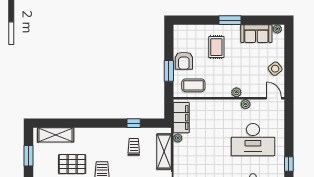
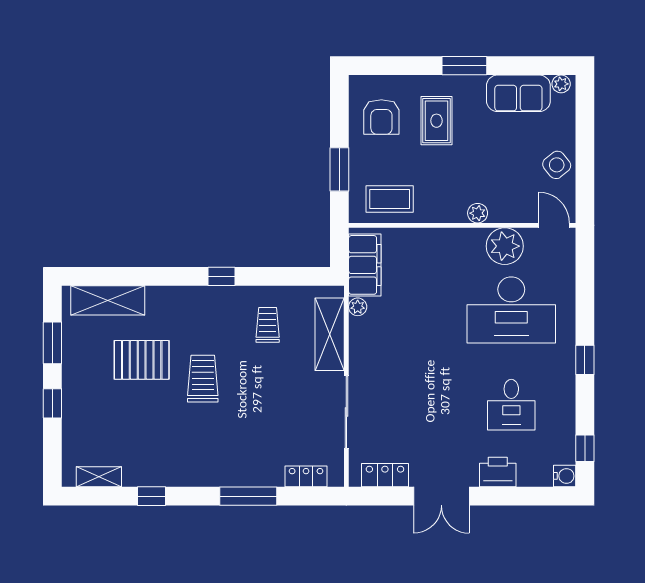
armchair: (184, 61) -> (381, 117), moved
plant: (246, 104) -> (505, 246), width x1.88, depth x1.88
window: (134, 123) -> (221, 276), moved

